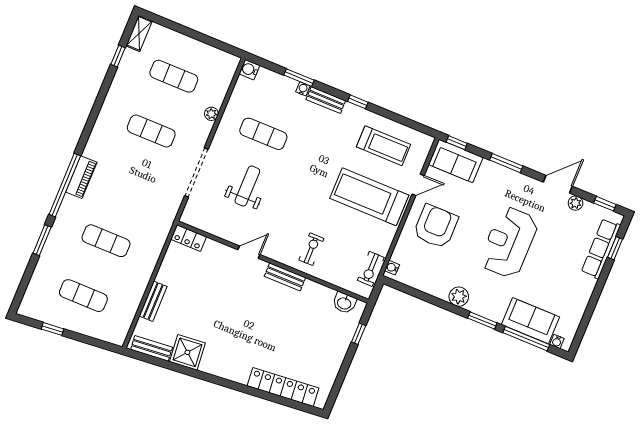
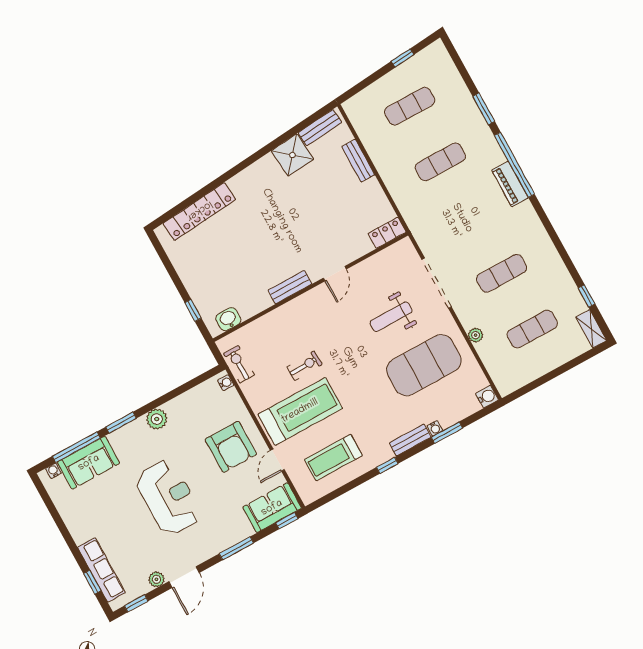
exercise mat: (263, 134) -> (424, 365), width x2.00, depth x1.45
weight bench: (247, 186) -> (391, 317), turned 90
exercise bike: (311, 249) -> (305, 366), moved, turned -92

